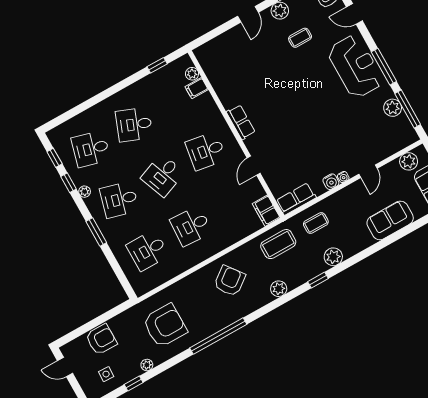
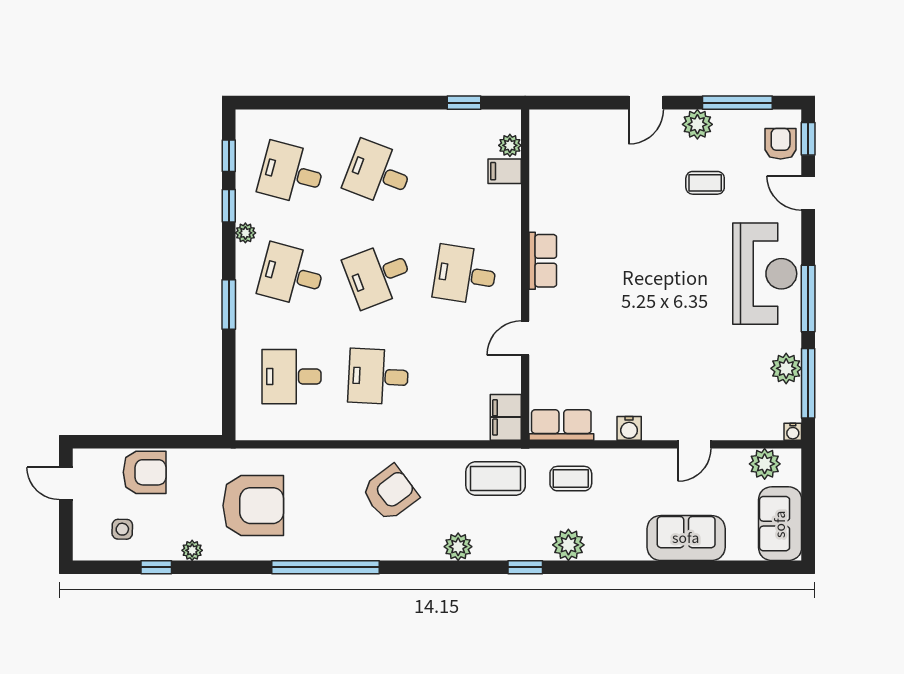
water cooler: (343, 177) -> (793, 432), moved

